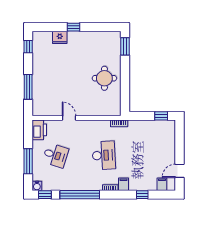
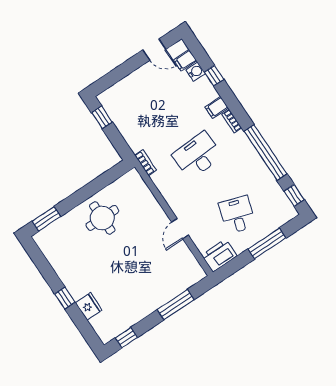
water cooler: (37, 186) -> (196, 72), moved

